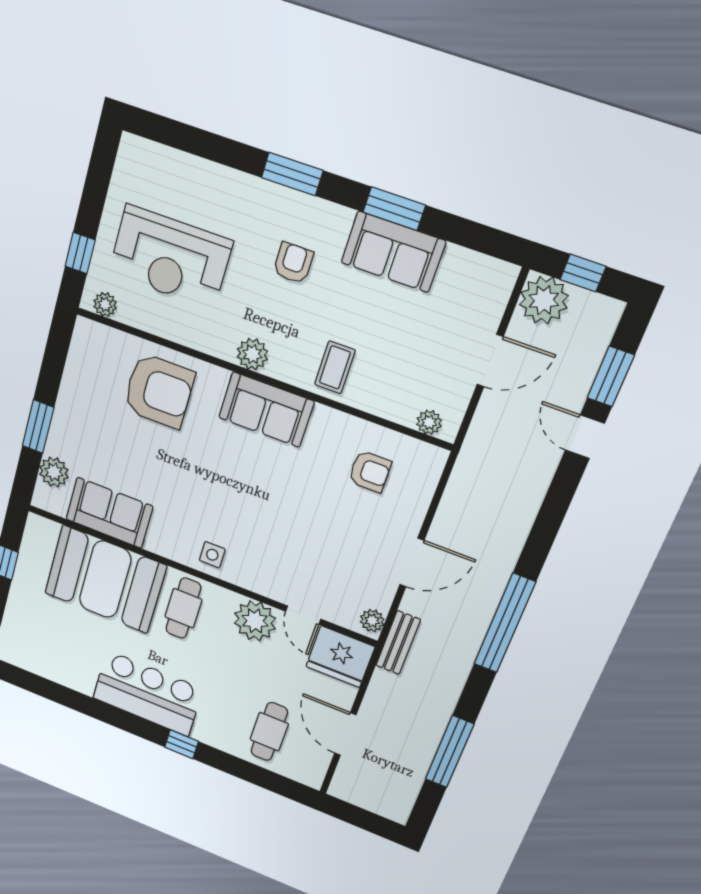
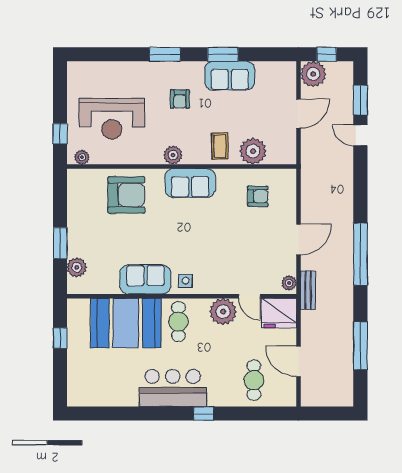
armchair: (293, 263) -> (180, 99), turned 180
plant: (429, 422) -> (253, 151), moved, width x1.88, depth x1.88
sofa: (109, 513) -> (145, 279), moved

